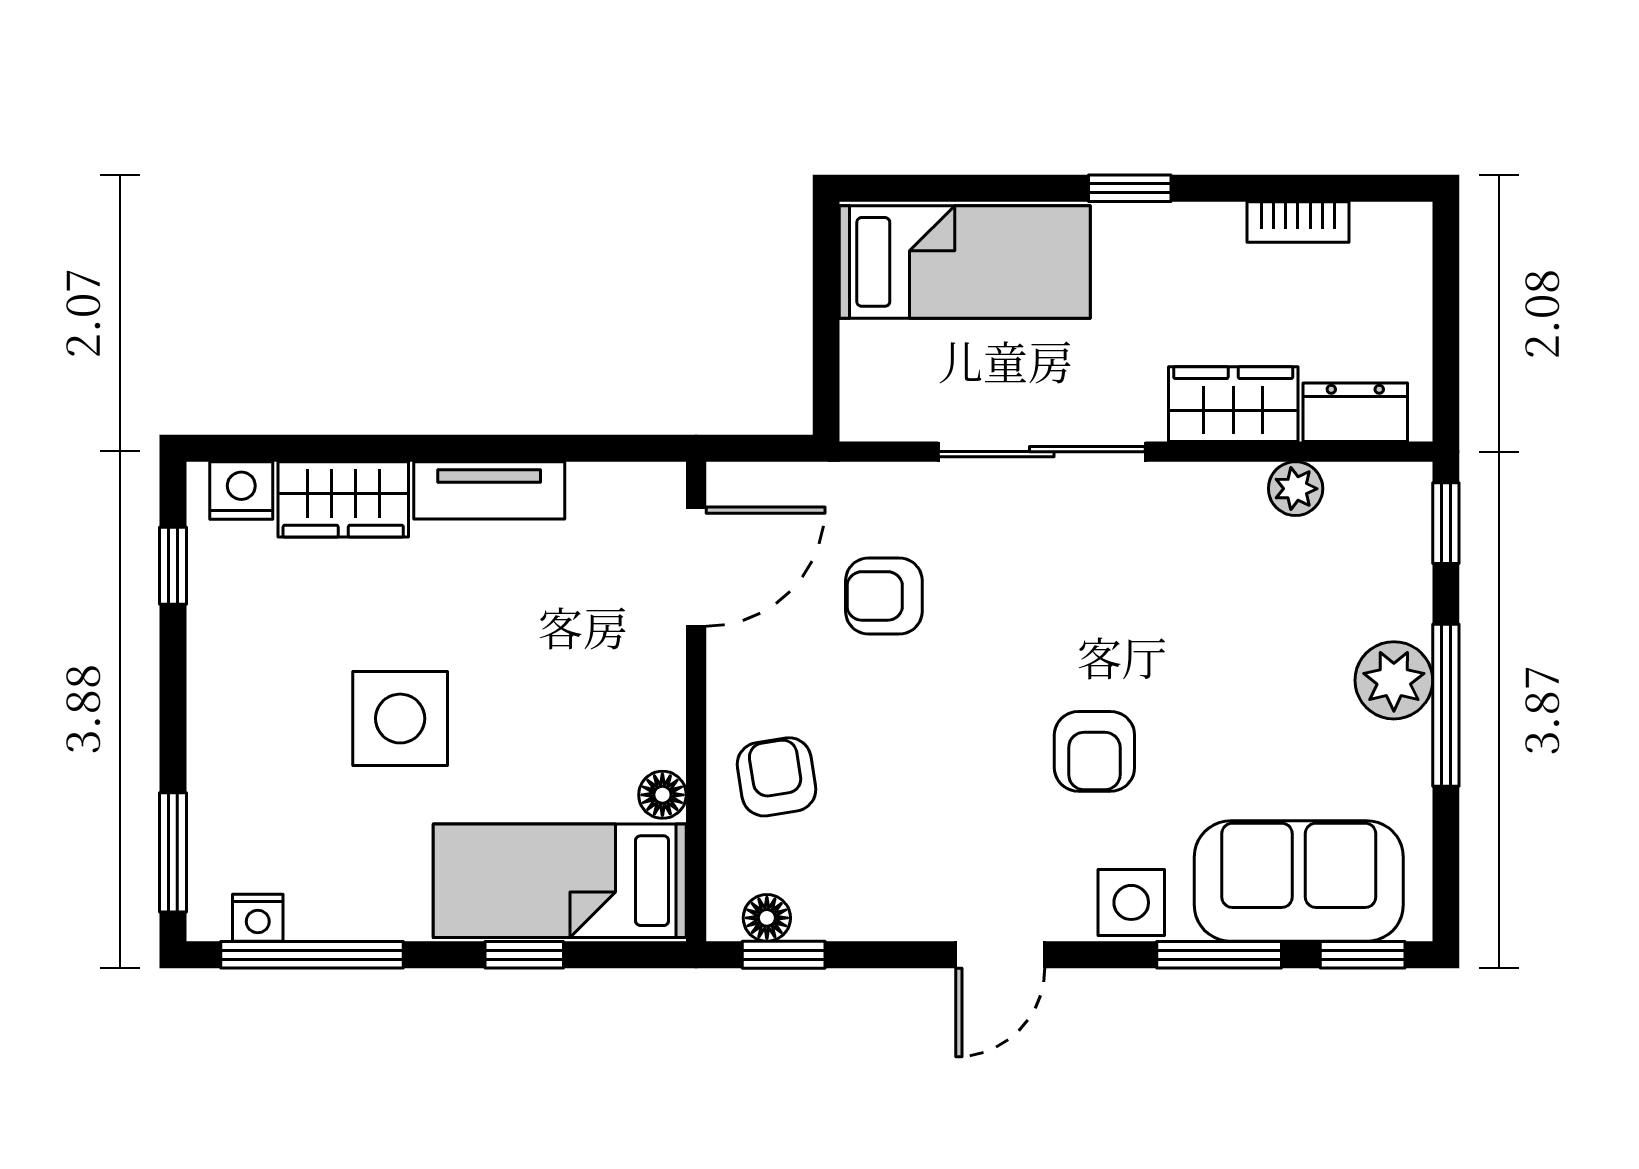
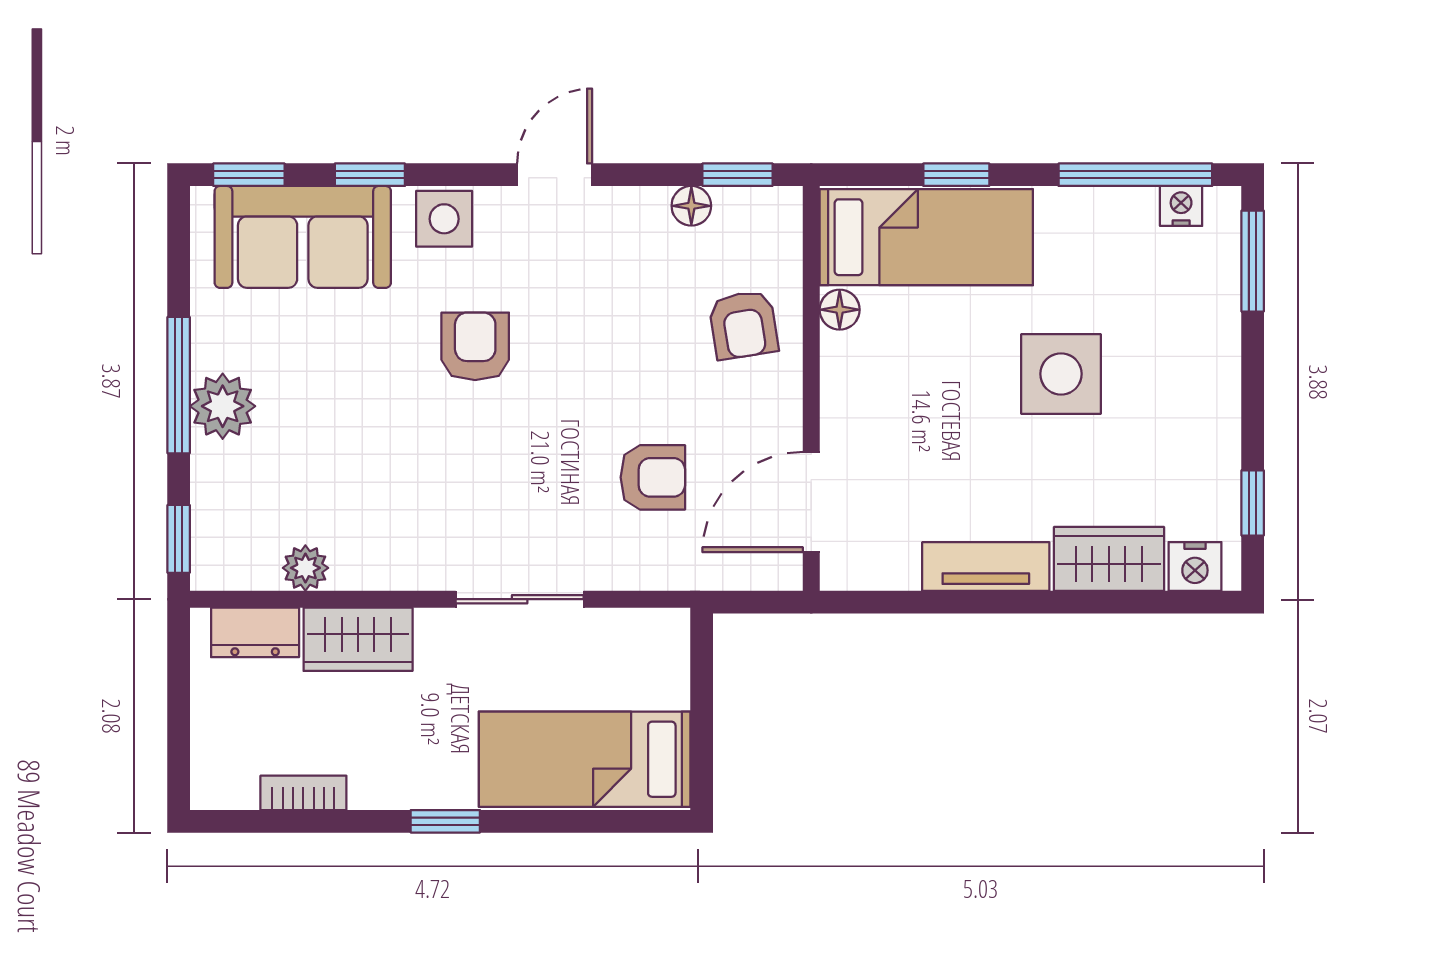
sliding door: (1042, 452) -> (520, 599), width x0.73
floor lamp: (767, 918) -> (691, 206), moved
window: (1219, 955) -> (370, 175), width x0.67

